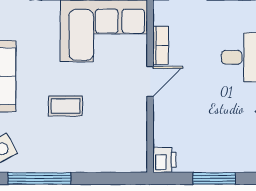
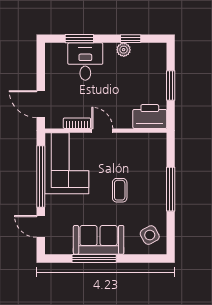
printer: (164, 160) -> (150, 117), width x1.87, depth x1.48
window: (39, 178) -> (171, 189), moved

